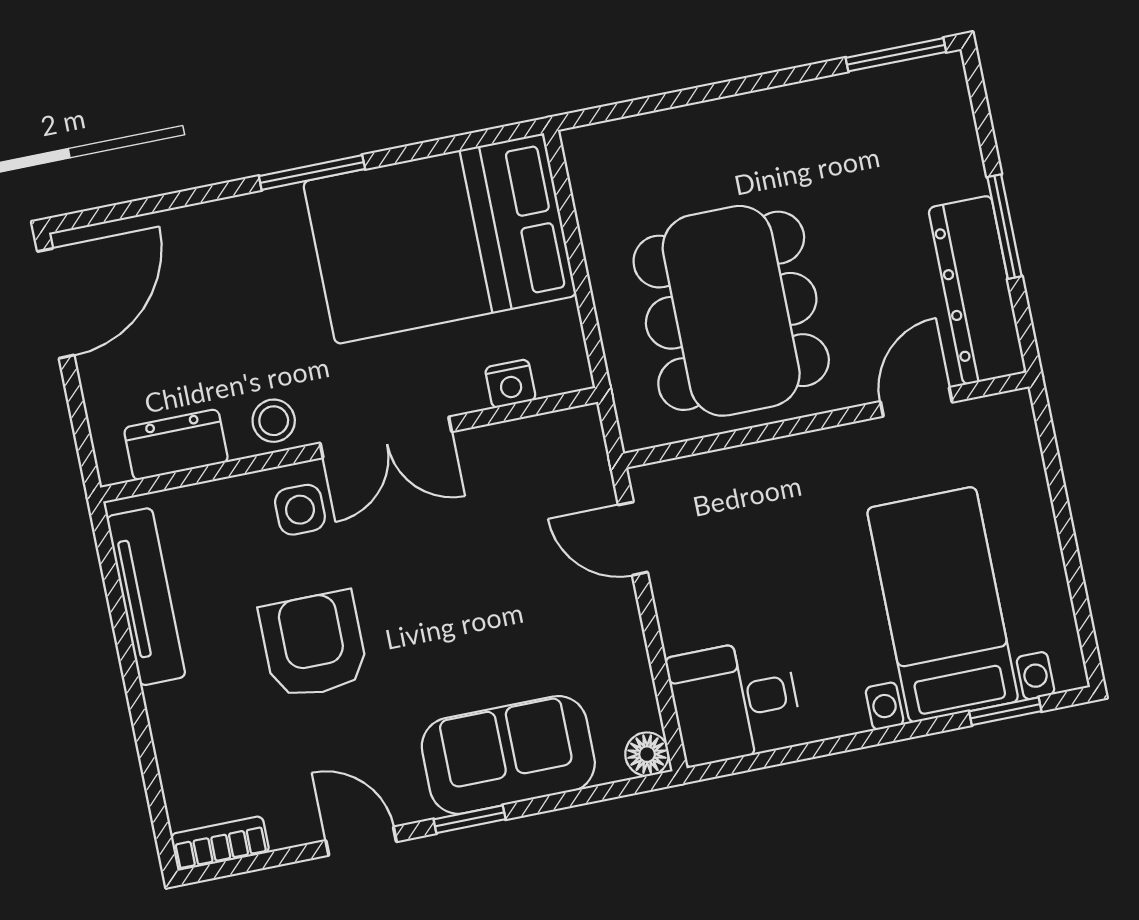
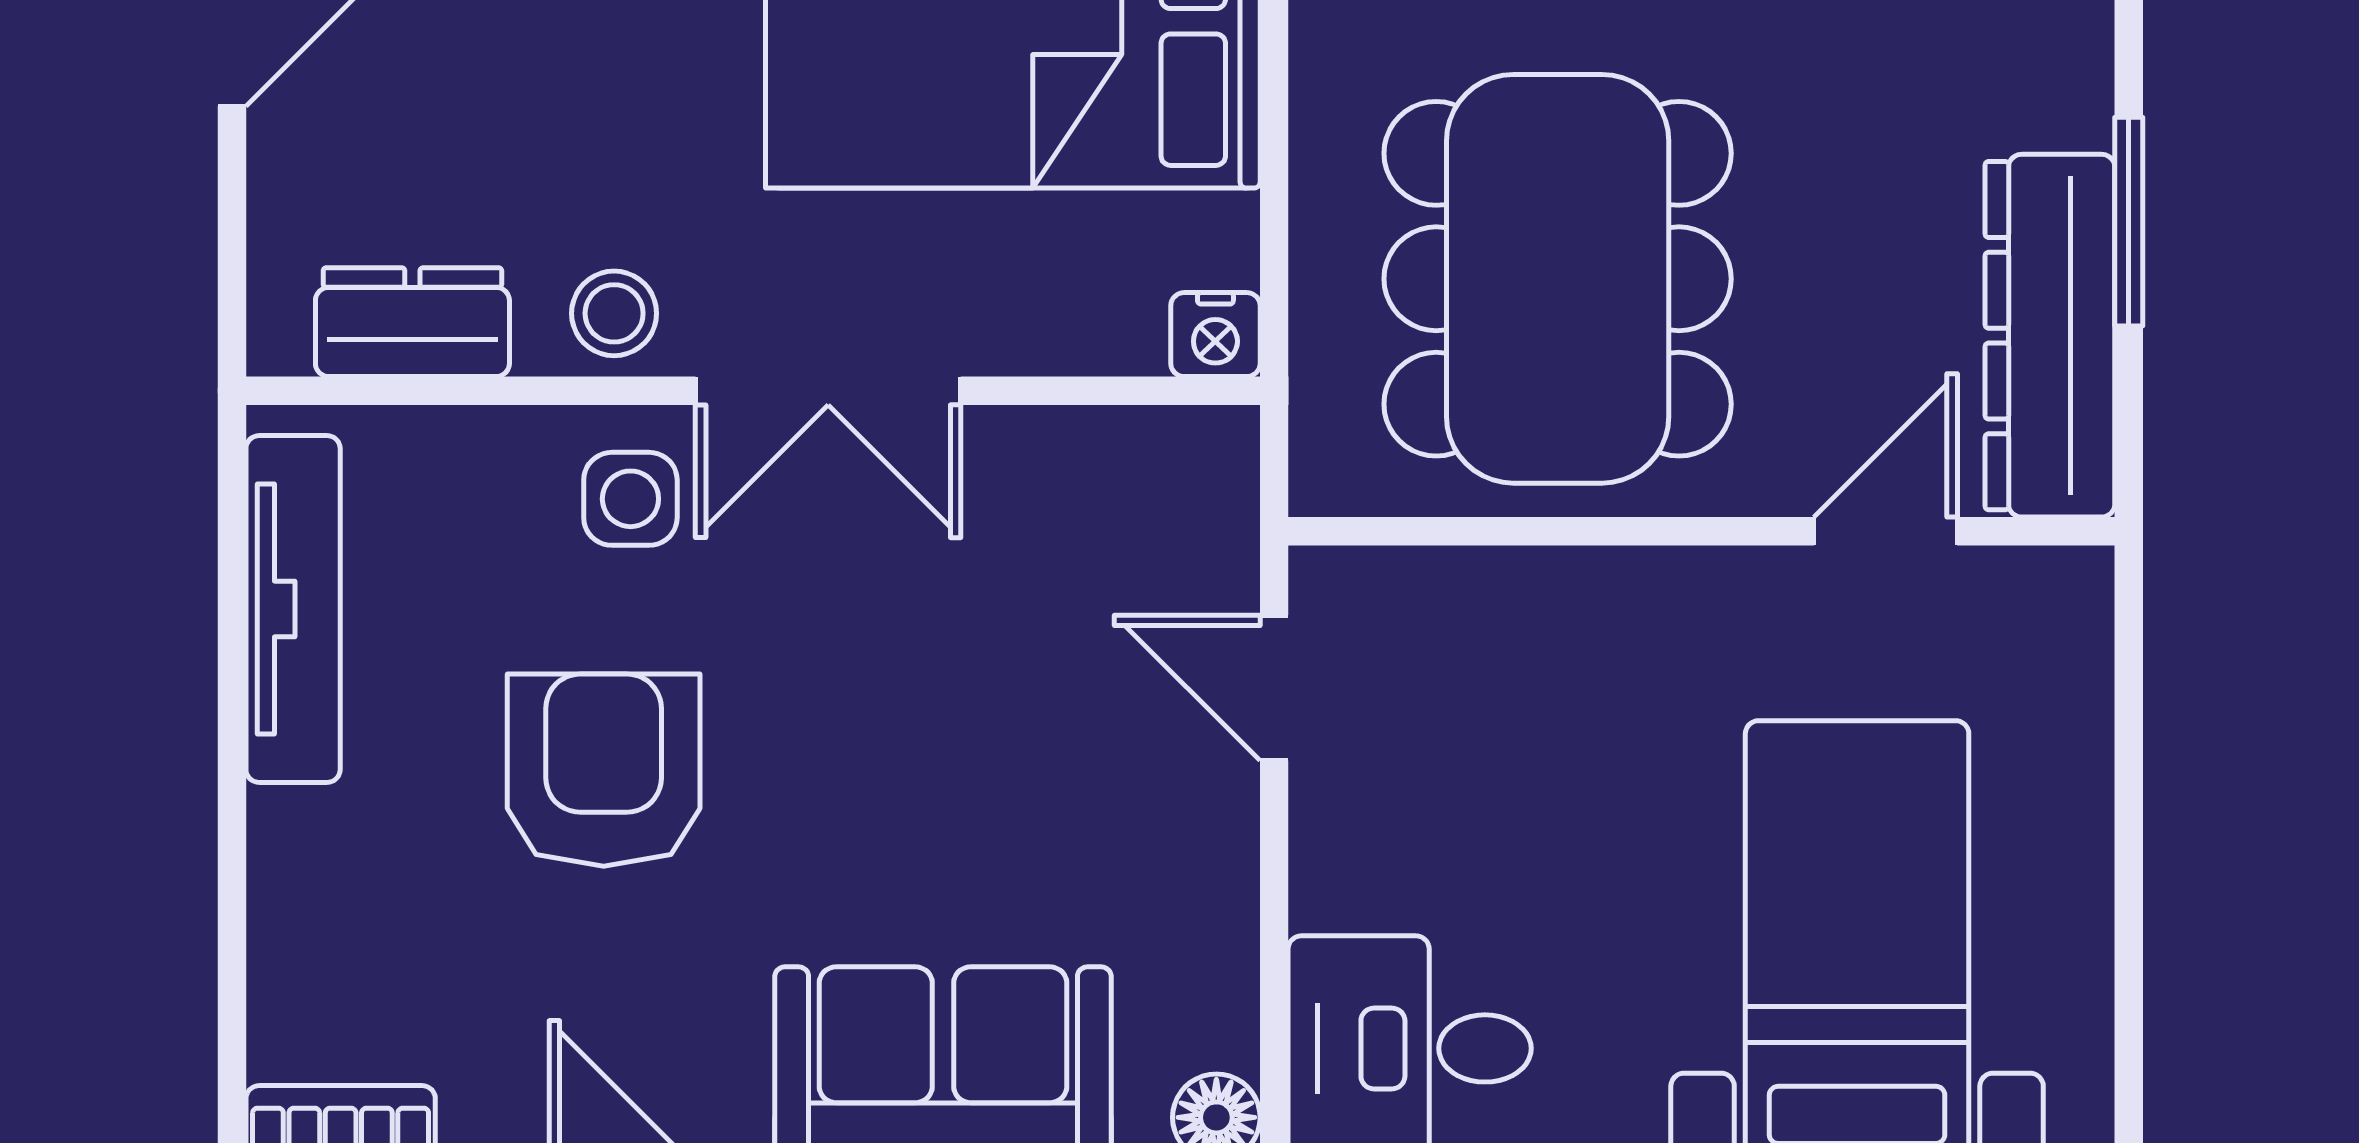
nightstand: (510, 384) -> (1215, 335), moved

